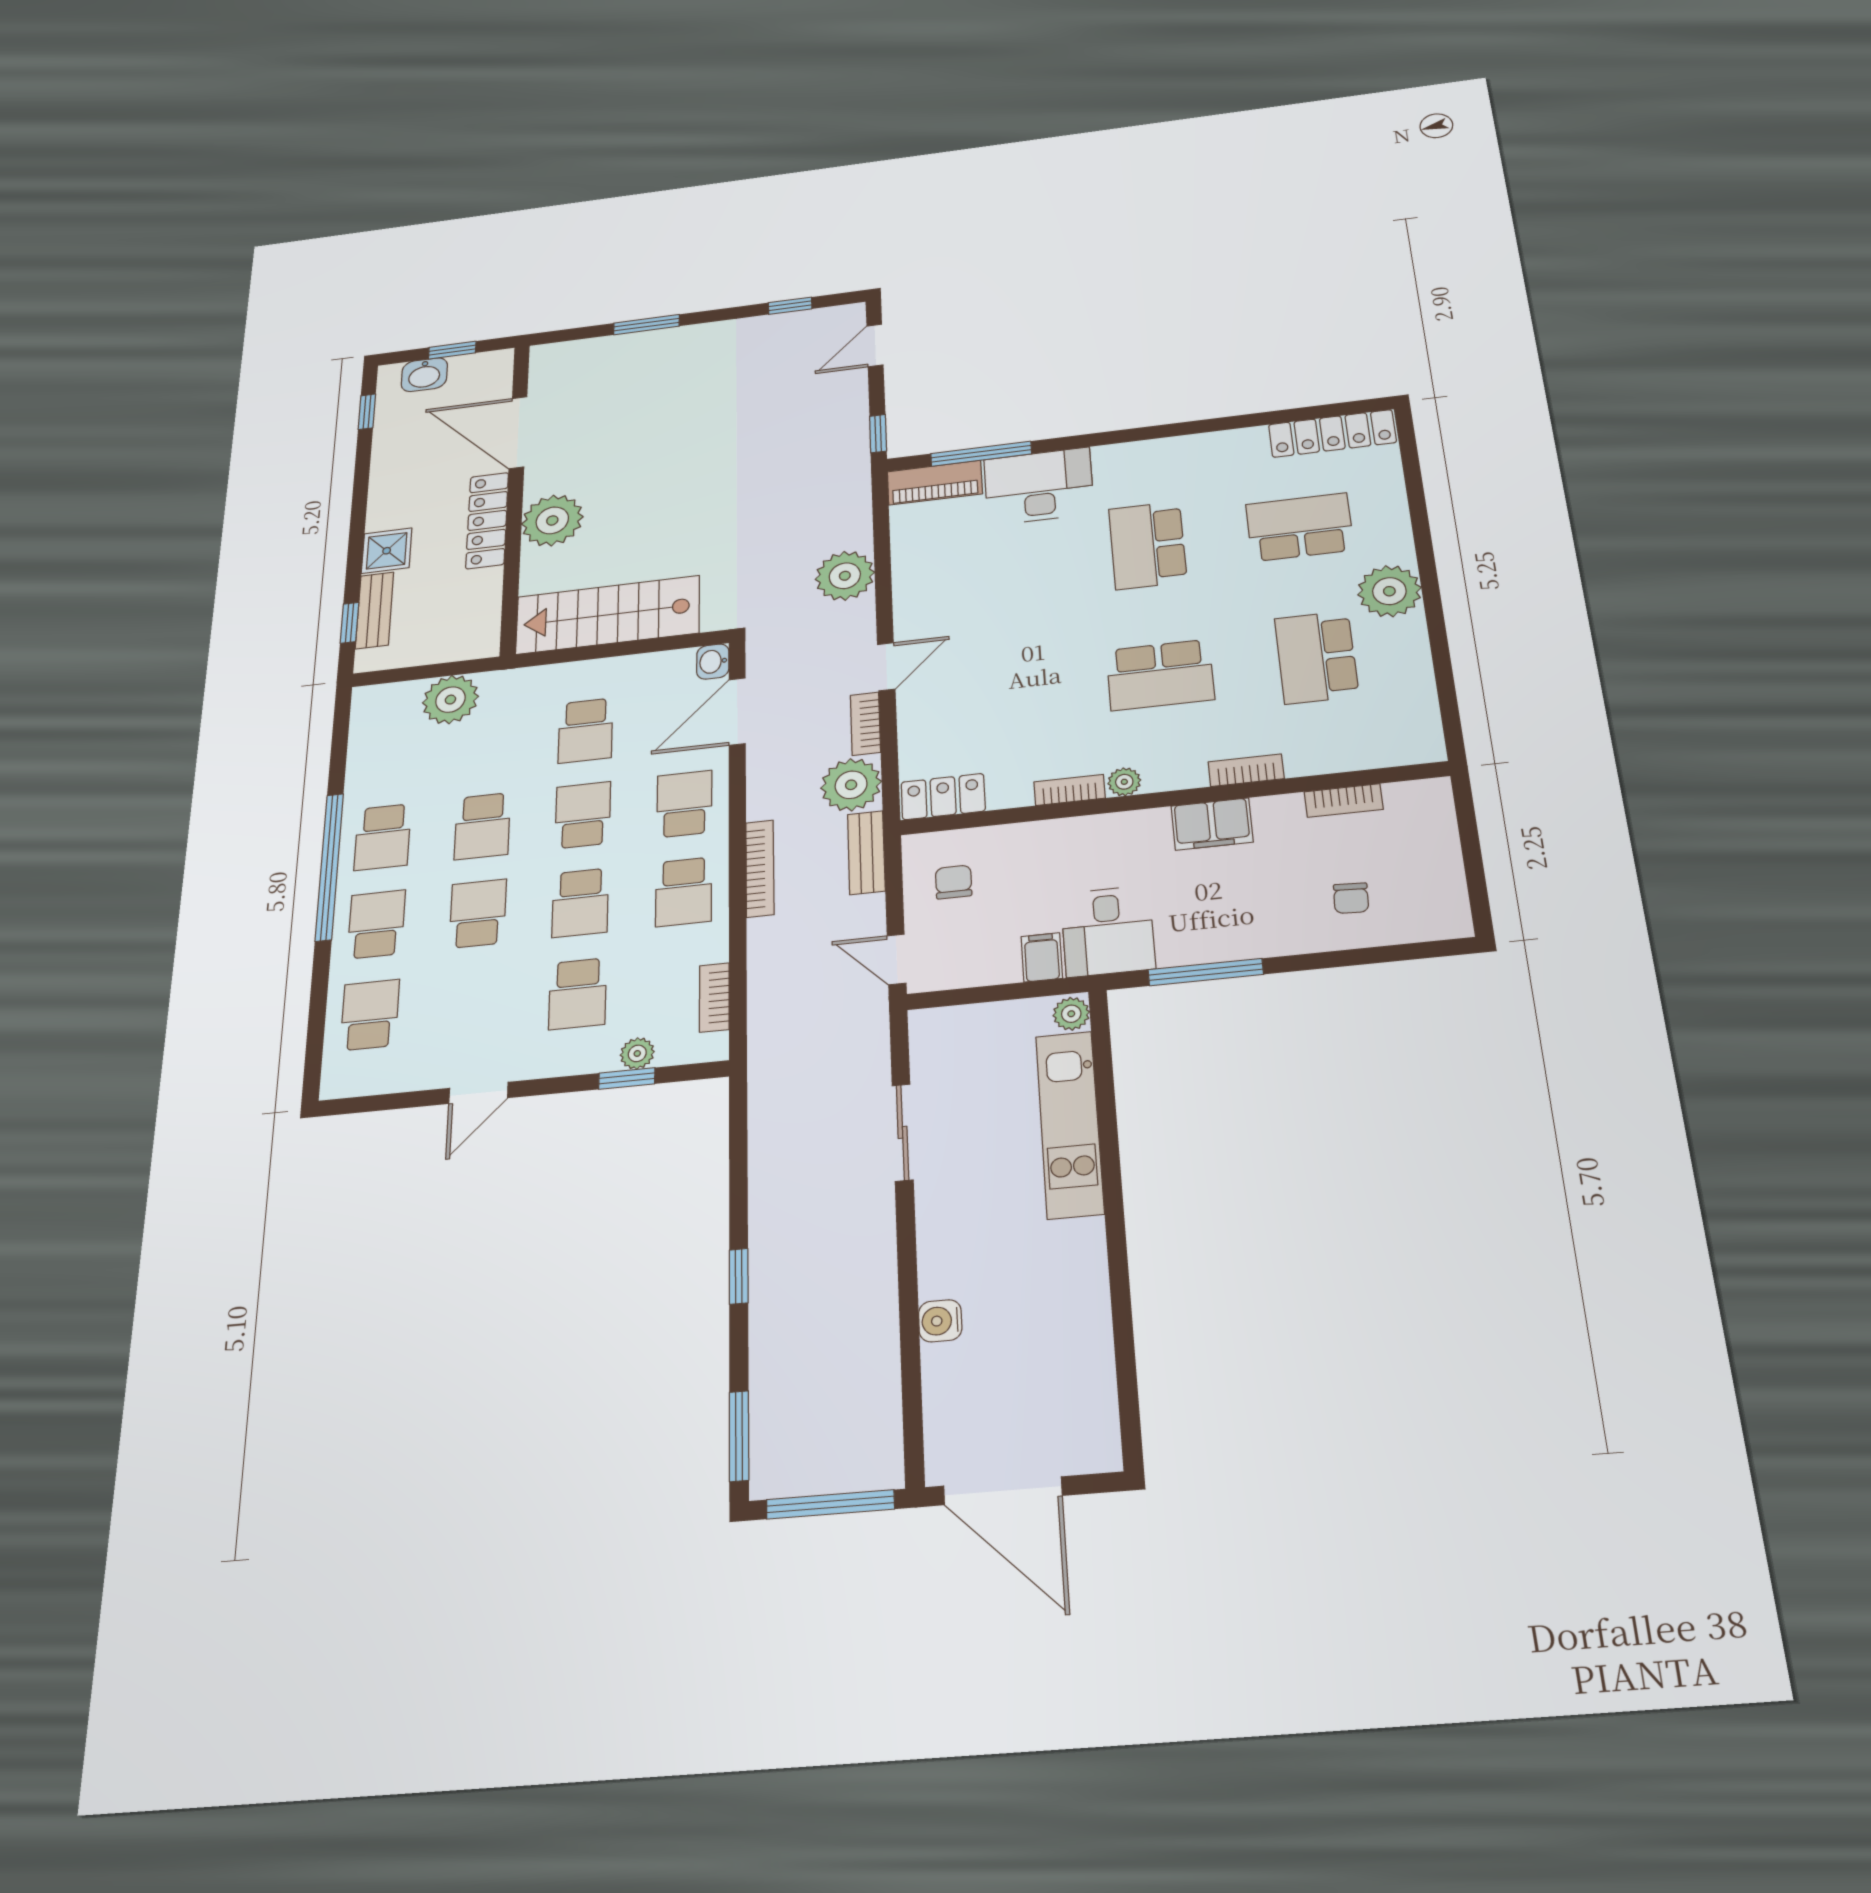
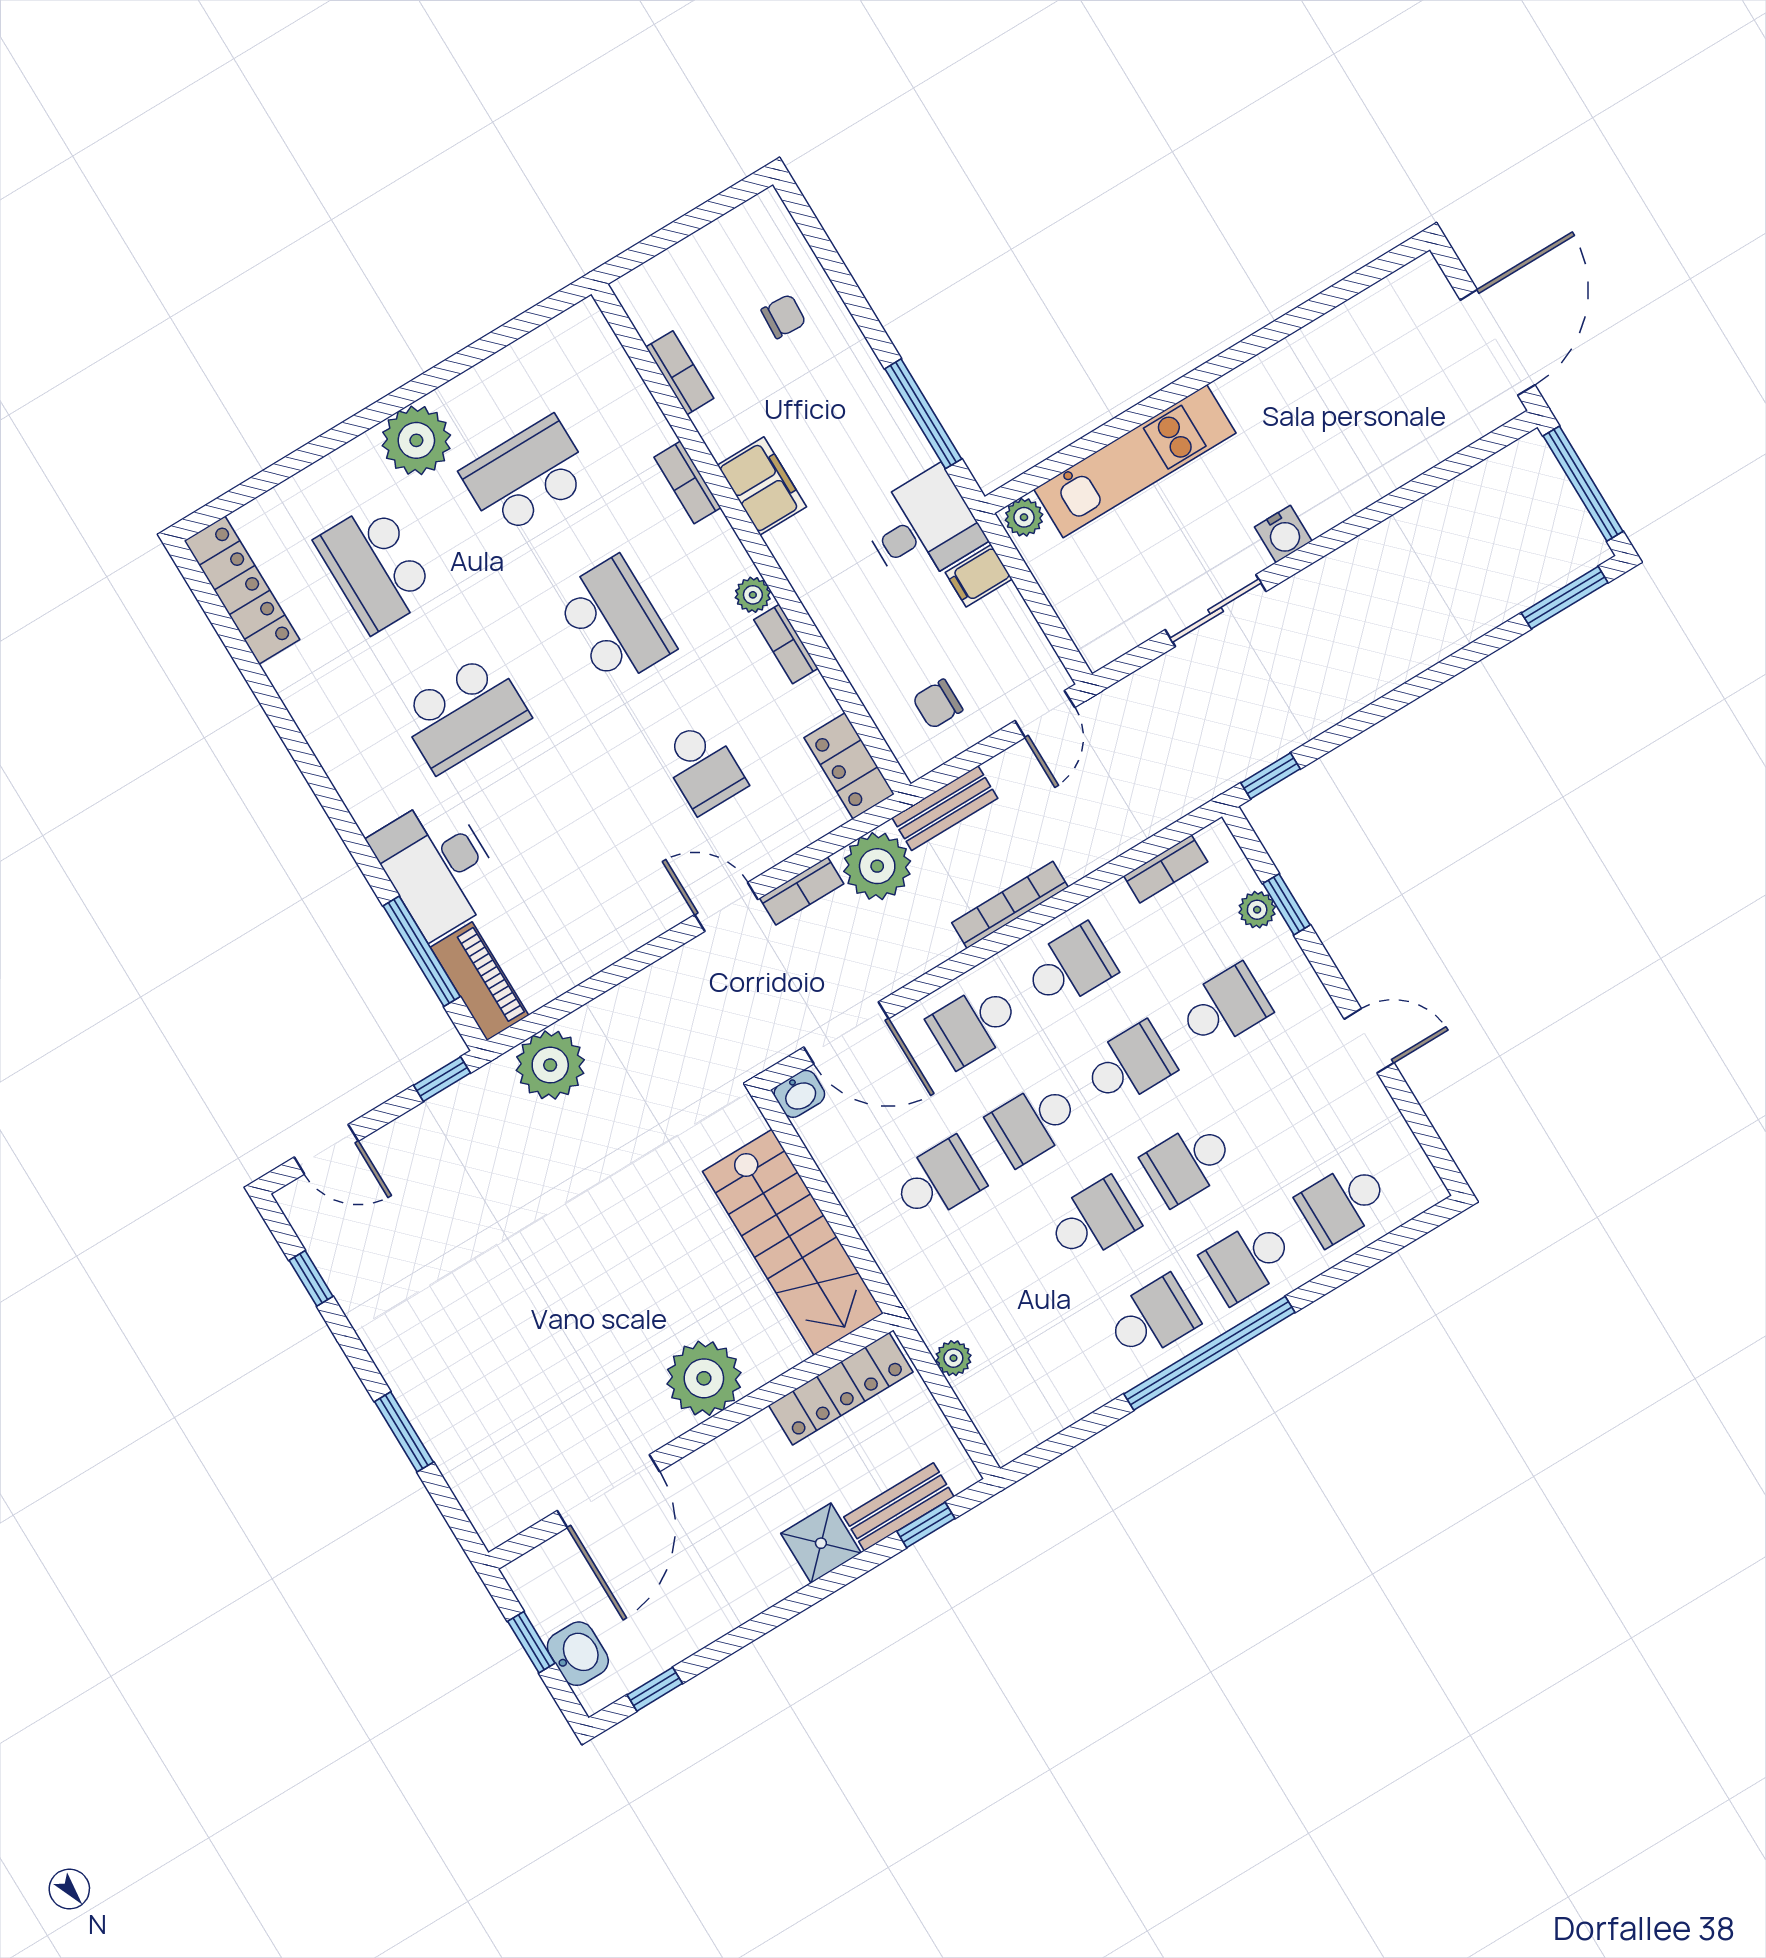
locker: (487, 520) -> (841, 1389), moved
plant: (845, 576) -> (550, 1065), moved
school desk: (1316, 657) -> (527, 476), turned 180
school desk: (1006, 692) -> (703, 767), added
plant: (450, 700) -> (953, 1358), width x0.53, depth x0.53
window: (739, 1276) -> (1270, 776), moved
water cooler: (940, 1321) -> (1283, 534), moved

